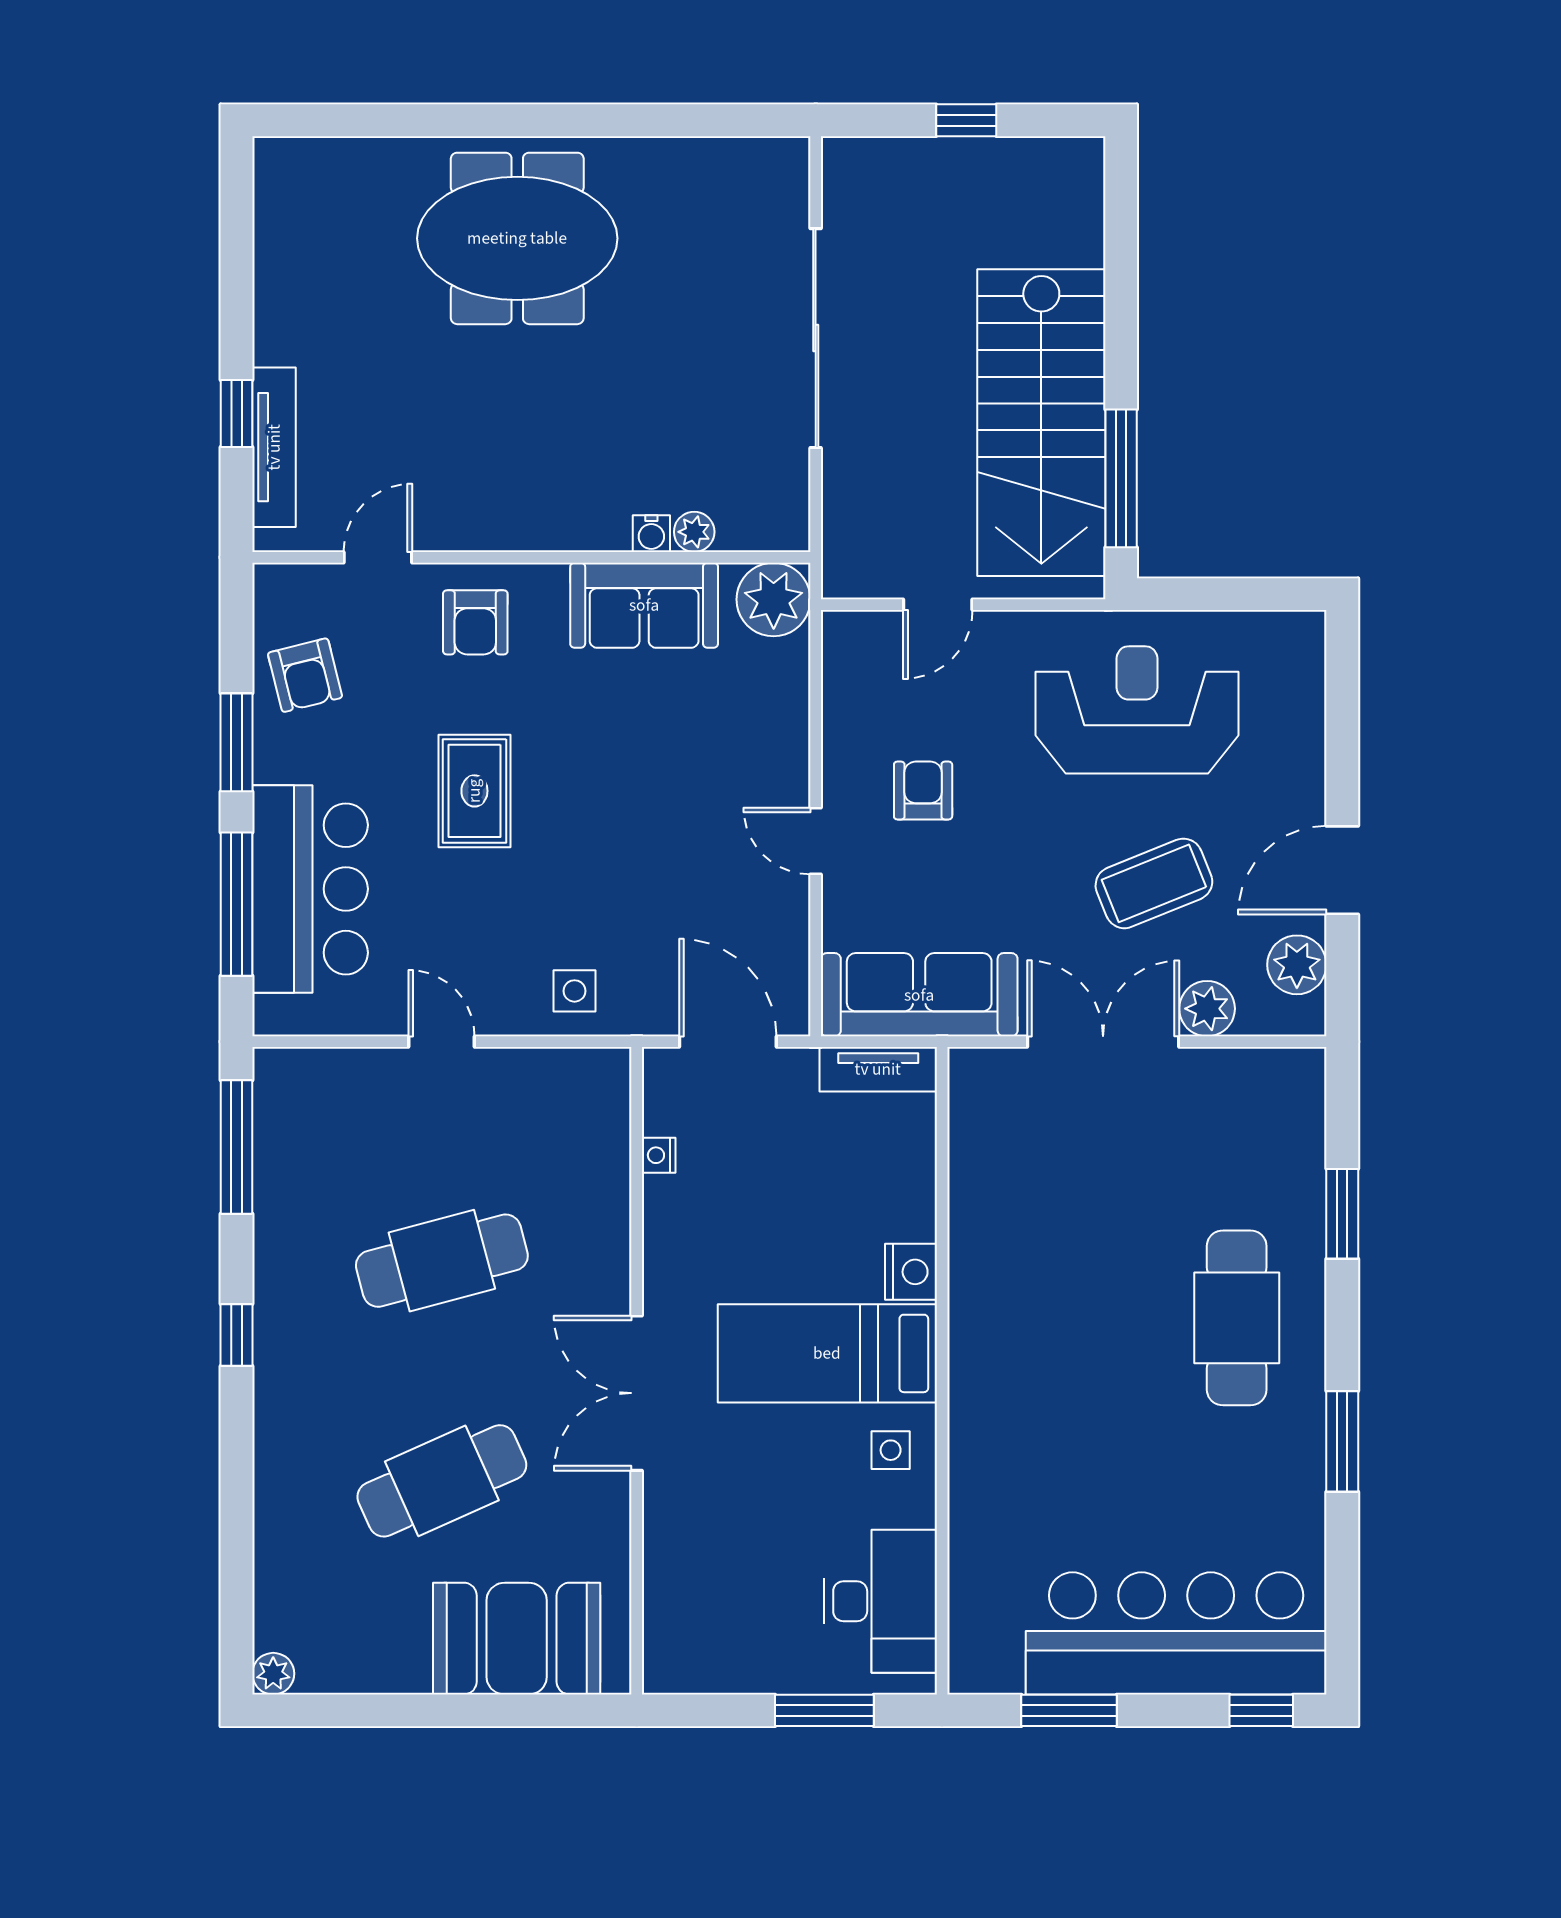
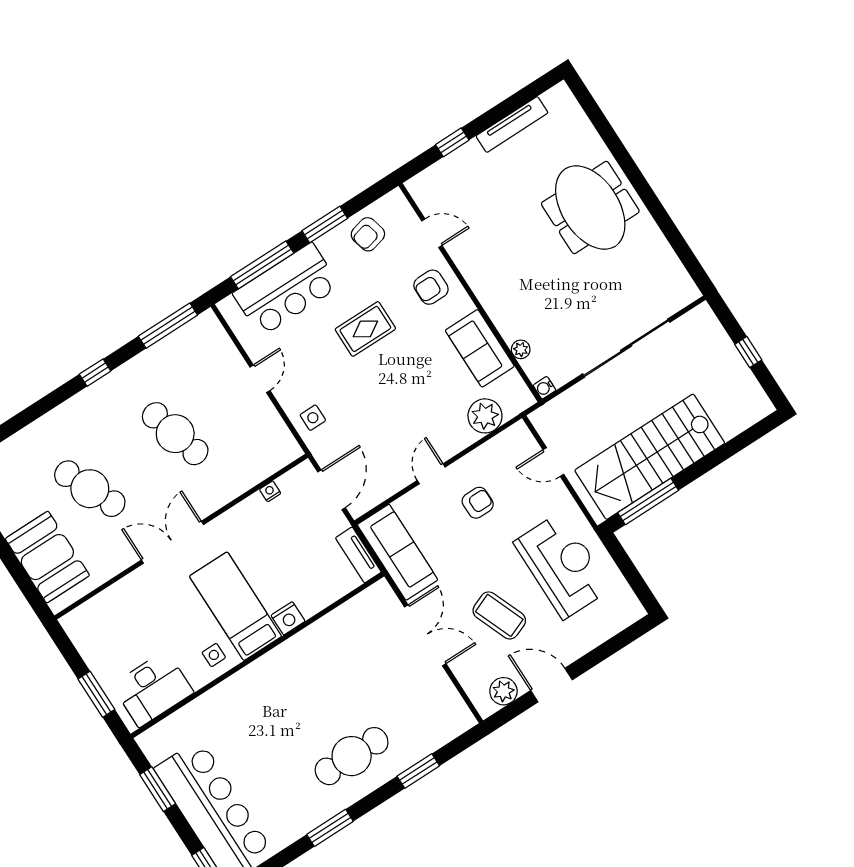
tv unit: (274, 447) -> (512, 124), moved
water cooler: (651, 534) -> (544, 388), moved
plant: (774, 599) -> (485, 416), moved
plant: (1207, 1009) -> (464, 667), removed

